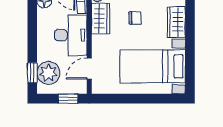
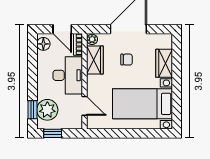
door: (89, 69) -> (85, 106), swing flipped
window: (68, 99) -> (53, 133), moved

